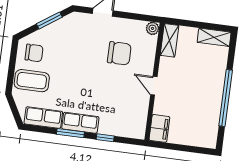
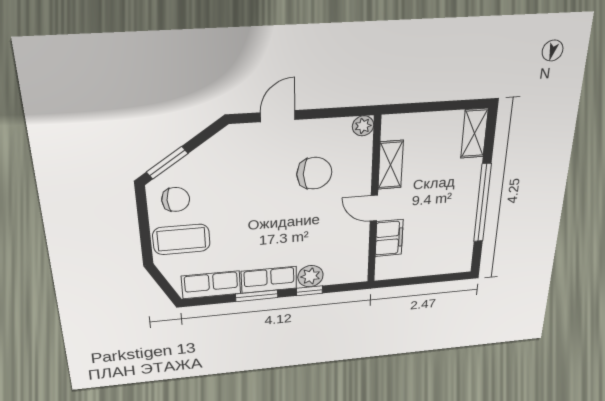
window: (49, 20) -> (167, 163), moved
shelving: (214, 37) -> (474, 133), moved, turned 90
shelving: (169, 40) -> (391, 165), moved
plant: (107, 127) -> (310, 276), added
filing cabinet: (159, 128) -> (389, 238), moved

